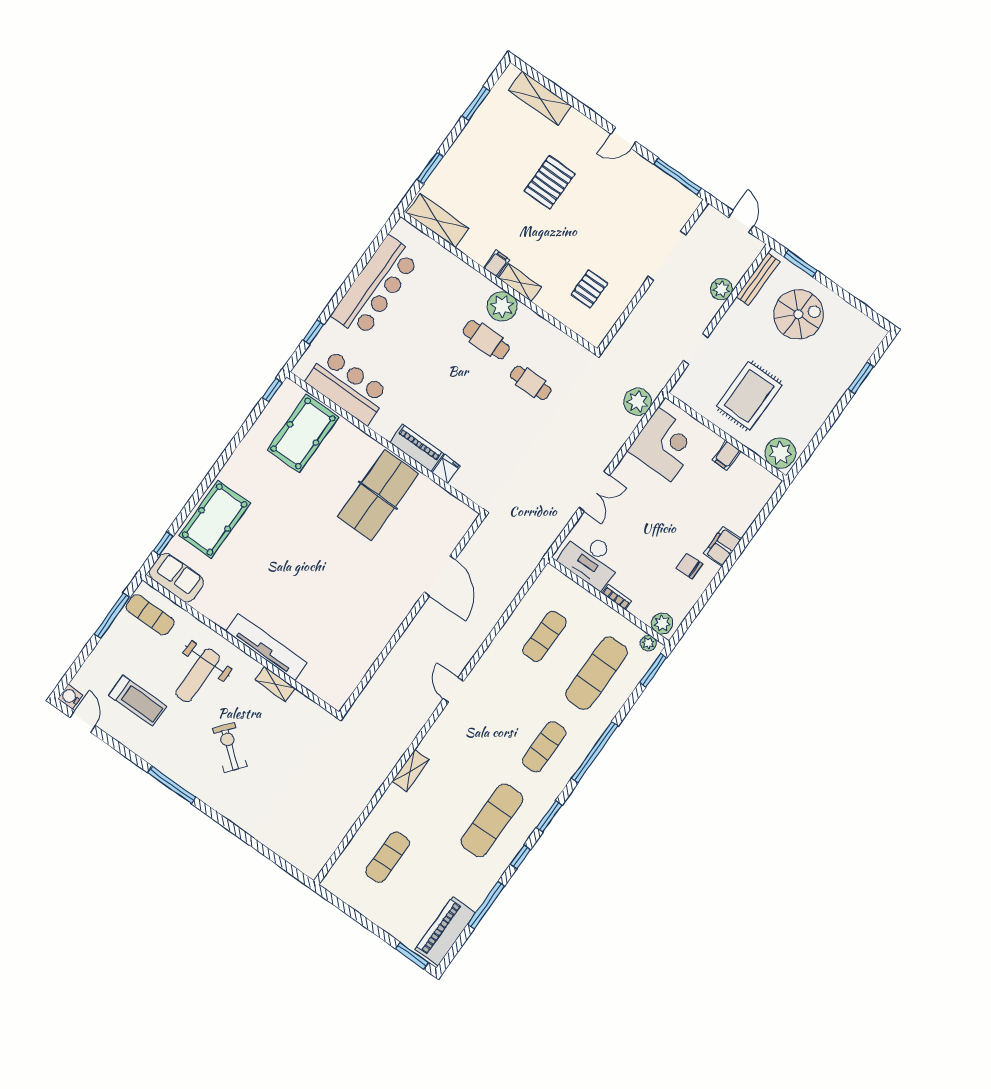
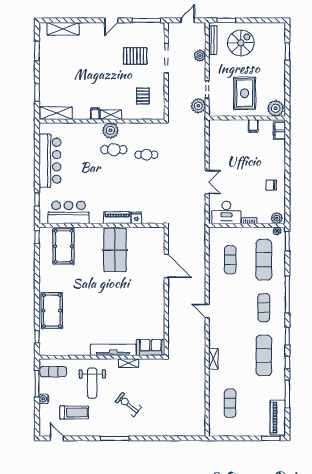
pallet: (550, 182) -> (135, 56), moved, turned 90
door: (741, 221) -> (188, 20), hinge flipped
plant: (638, 402) -> (198, 106), moved
corner desk: (665, 444) -> (223, 140), removed
filing cabinet: (723, 546) -> (279, 131), moved
sofa: (176, 578) -> (151, 347), moved
water cooler: (70, 697) -> (44, 399), moved

